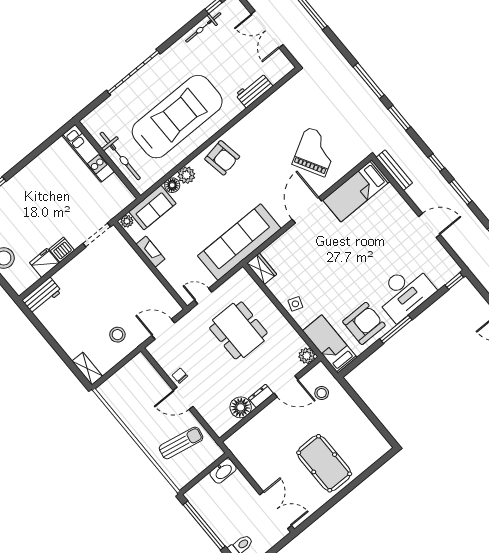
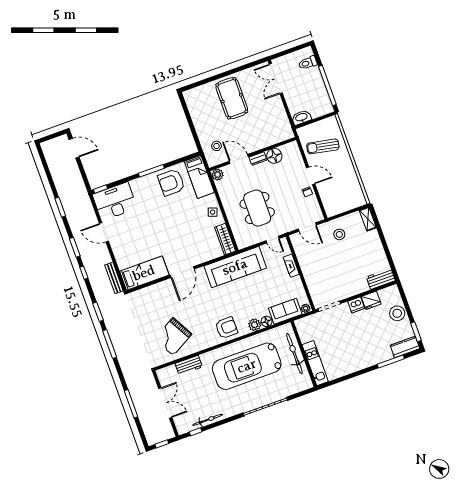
grand piano: (316, 152) -> (173, 337), moved
armchair: (222, 158) -> (226, 328), turned 99
fireplace: (150, 252) -> (291, 266), moved
wardrobe: (262, 269) -> (225, 239), width x1.50
desk: (405, 292) -> (115, 201), moved

